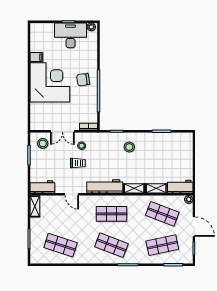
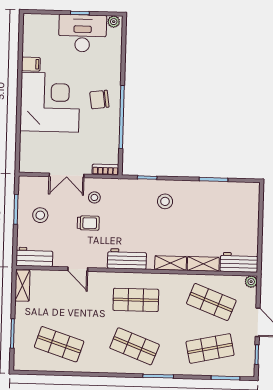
stool: (43, 143) -> (40, 215), moved
workbench: (105, 186) -> (127, 259), width x0.73

